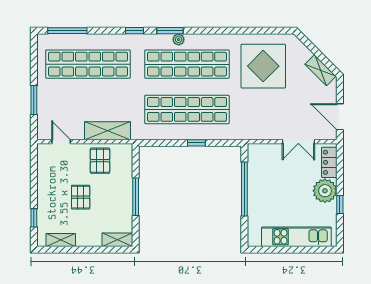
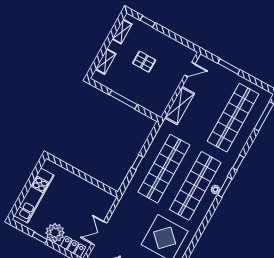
pallet: (100, 161) -> (162, 89), removed
window: (244, 189) -> (87, 178), removed
shelving: (117, 240) -> (106, 62), moved

